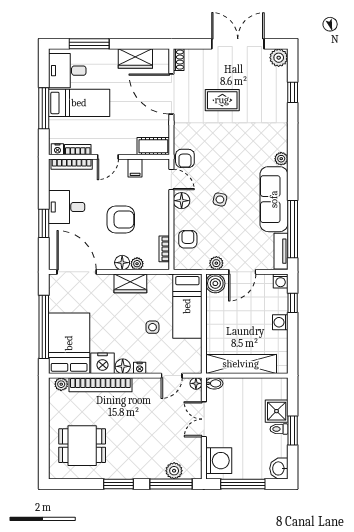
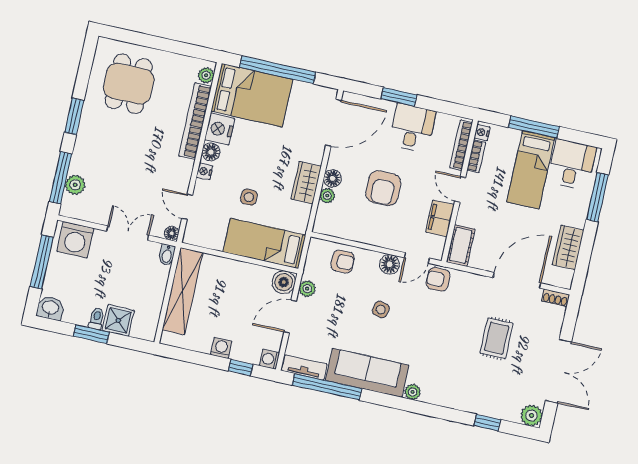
filing cabinet: (135, 168) -> (440, 218), width x2.00
bookcase: (164, 249) -> (337, 231), removed
door: (242, 272) -> (290, 317), hinge flipped

